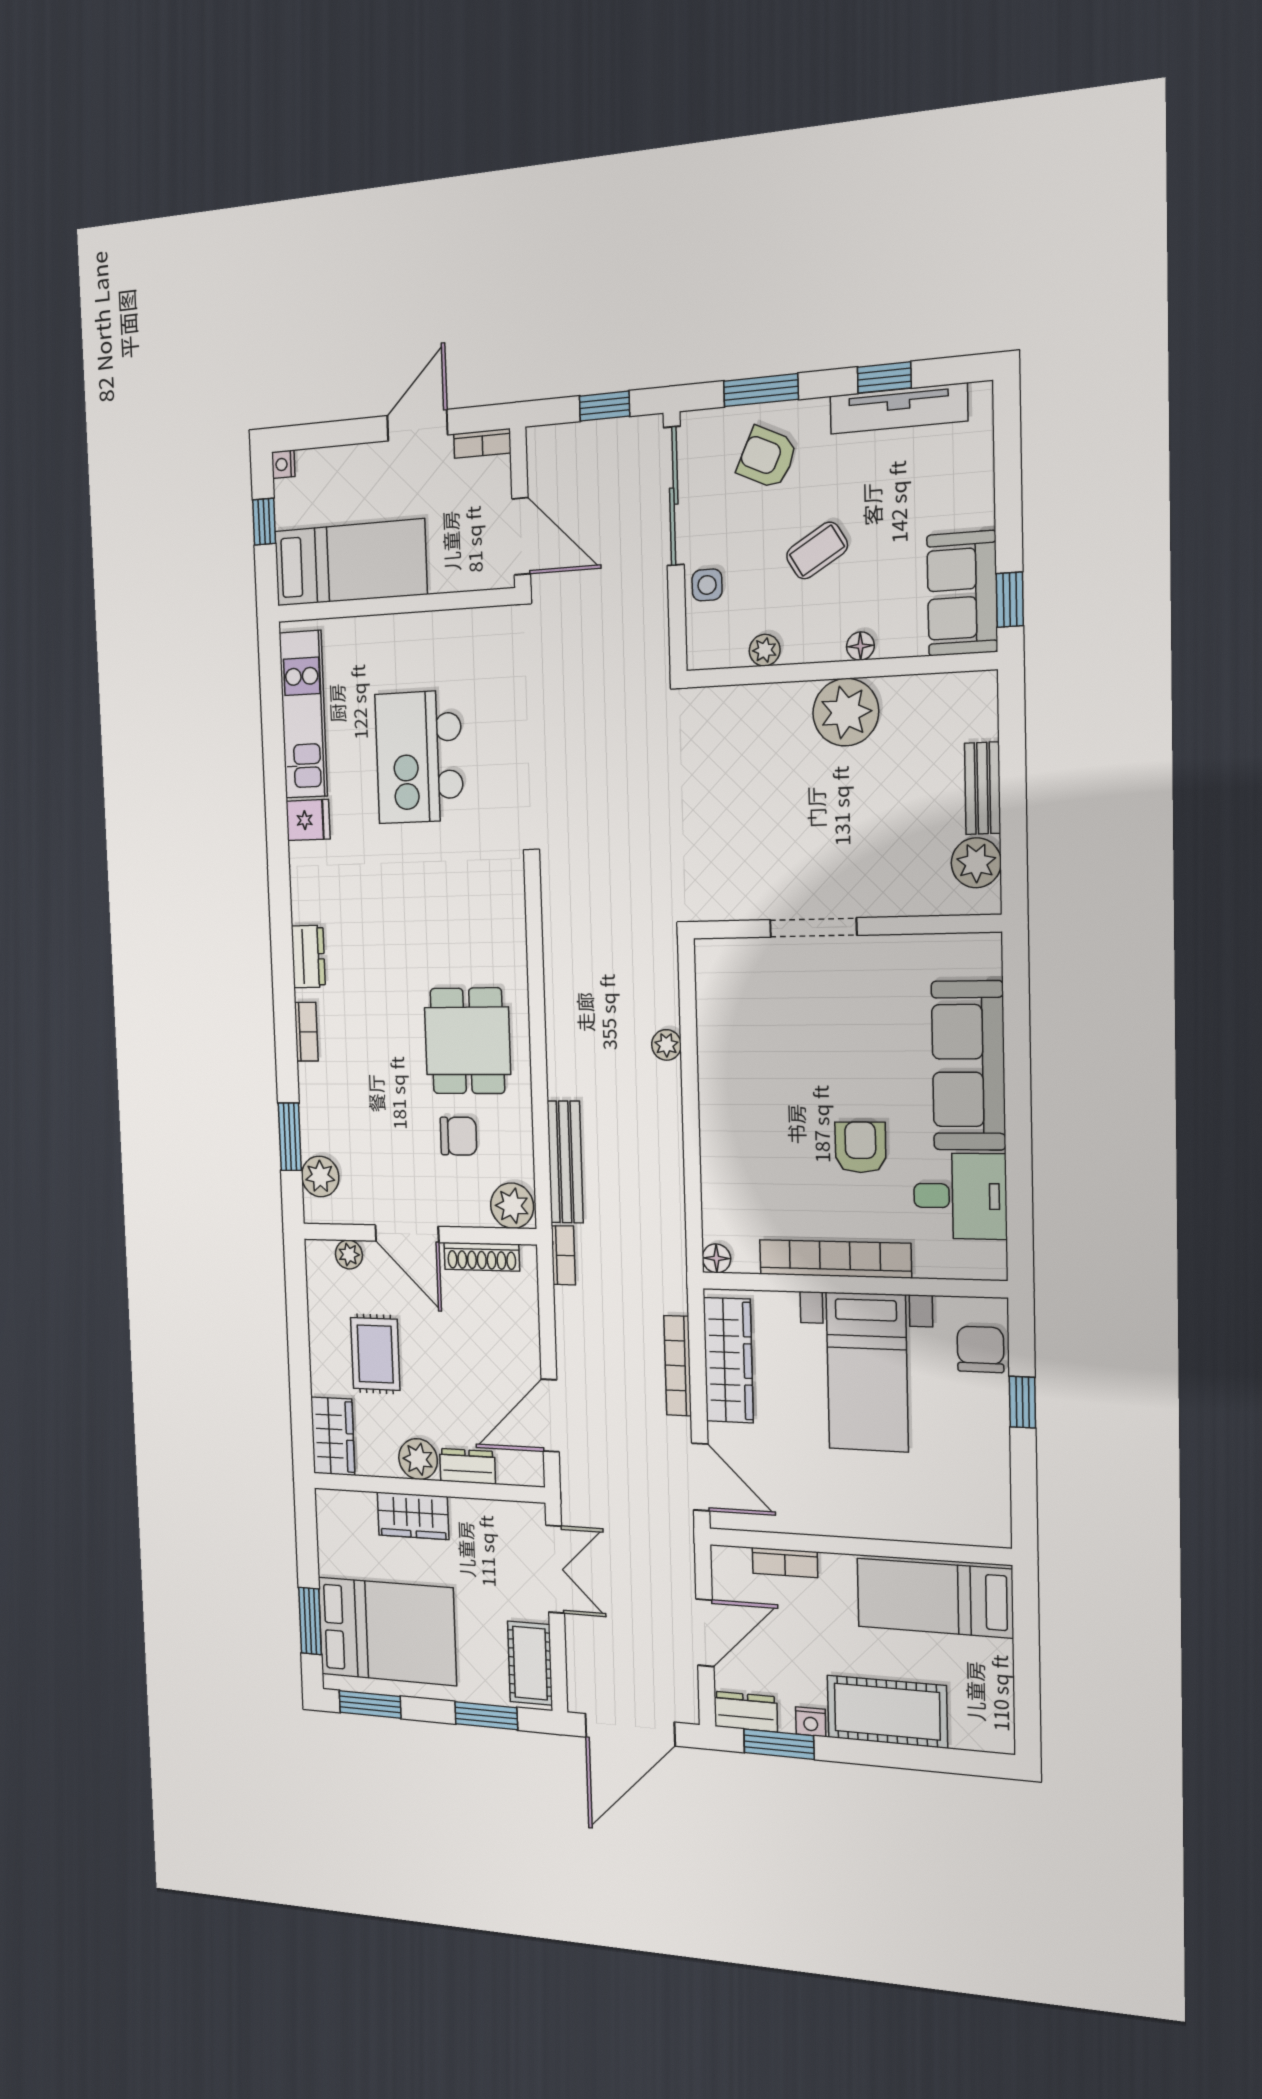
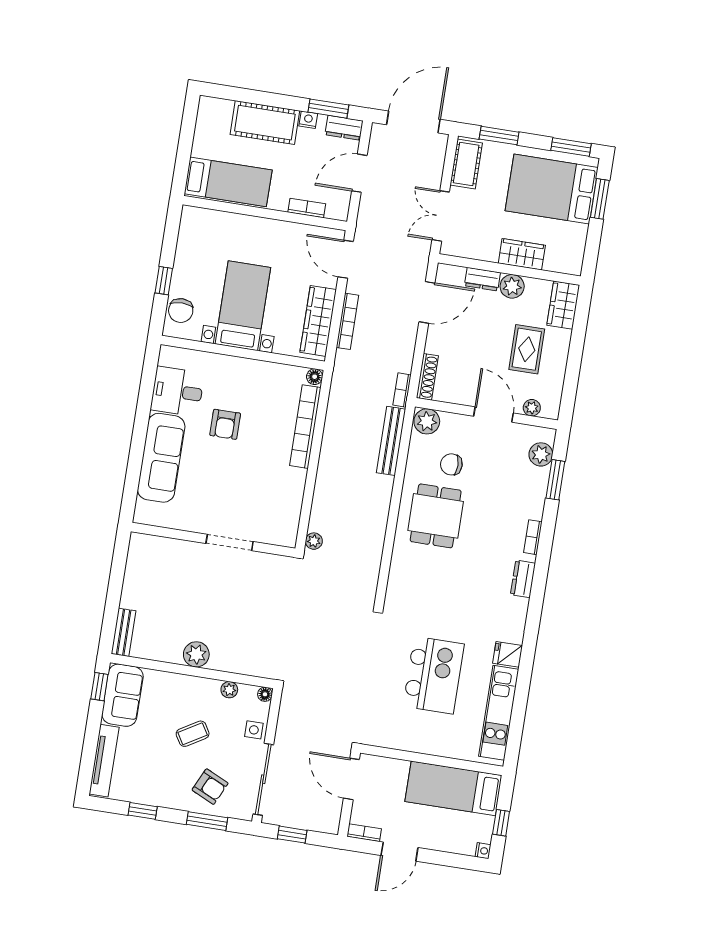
tv unit: (899, 408) -> (104, 761), moved, turned 90
floor lamp: (860, 646) -> (265, 694), moved
plant: (846, 712) -> (196, 654), width x0.73, depth x0.73
bench: (983, 788) -> (124, 632), moved
plant: (976, 863) -> (139, 560), removed
plant: (666, 1045) -> (314, 541), moved
shoe rack: (482, 1257) -> (427, 377), moved, turned 90
bookcase: (835, 1259) -> (305, 427), moved, turned 90

